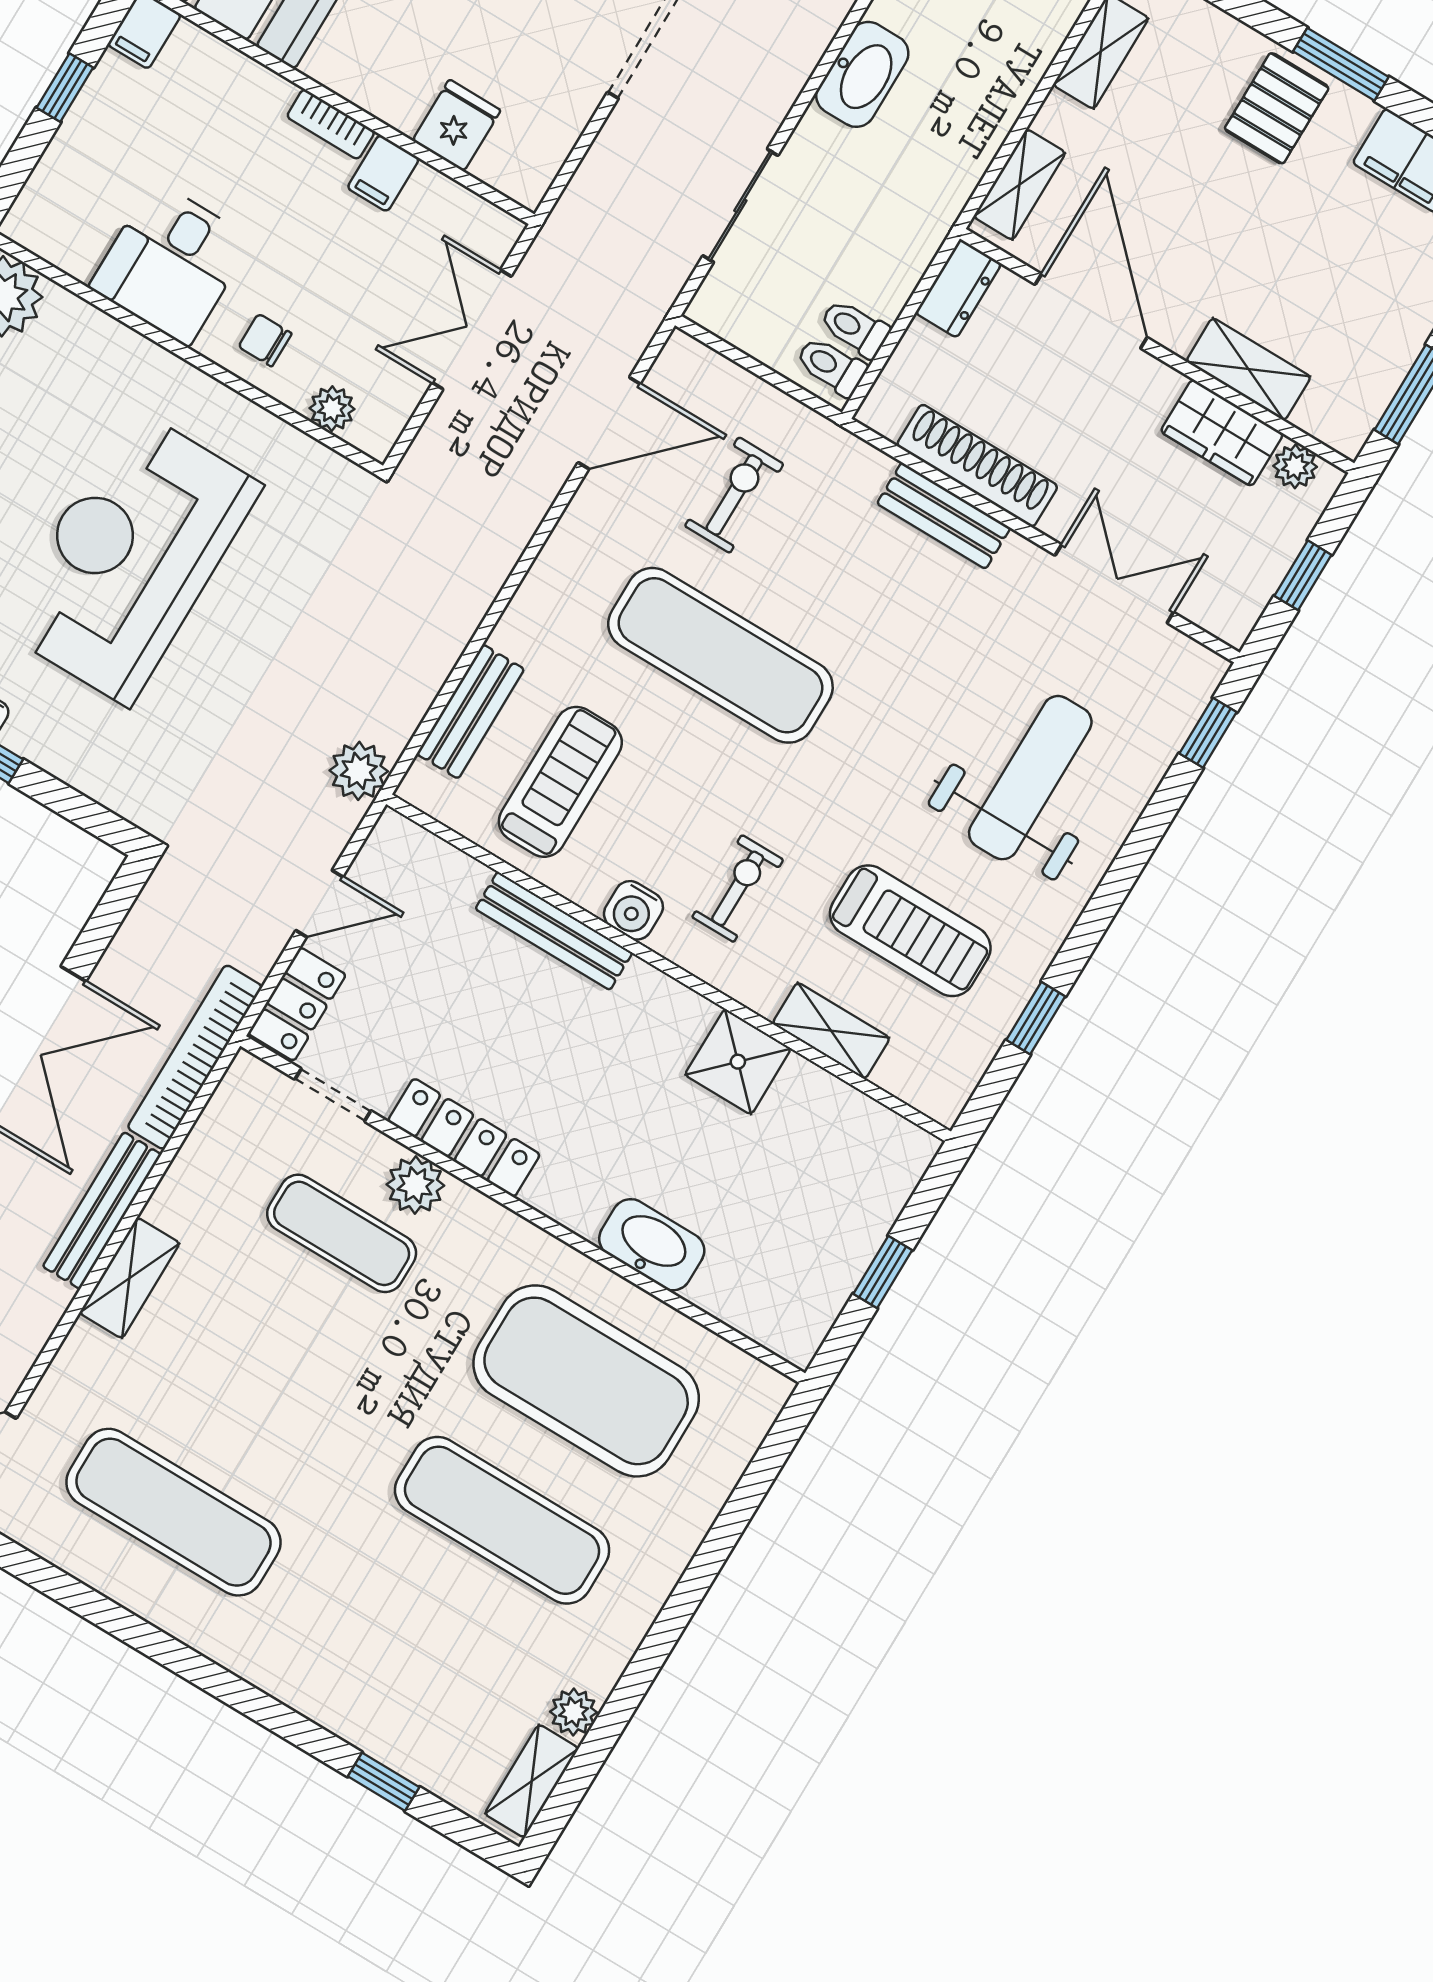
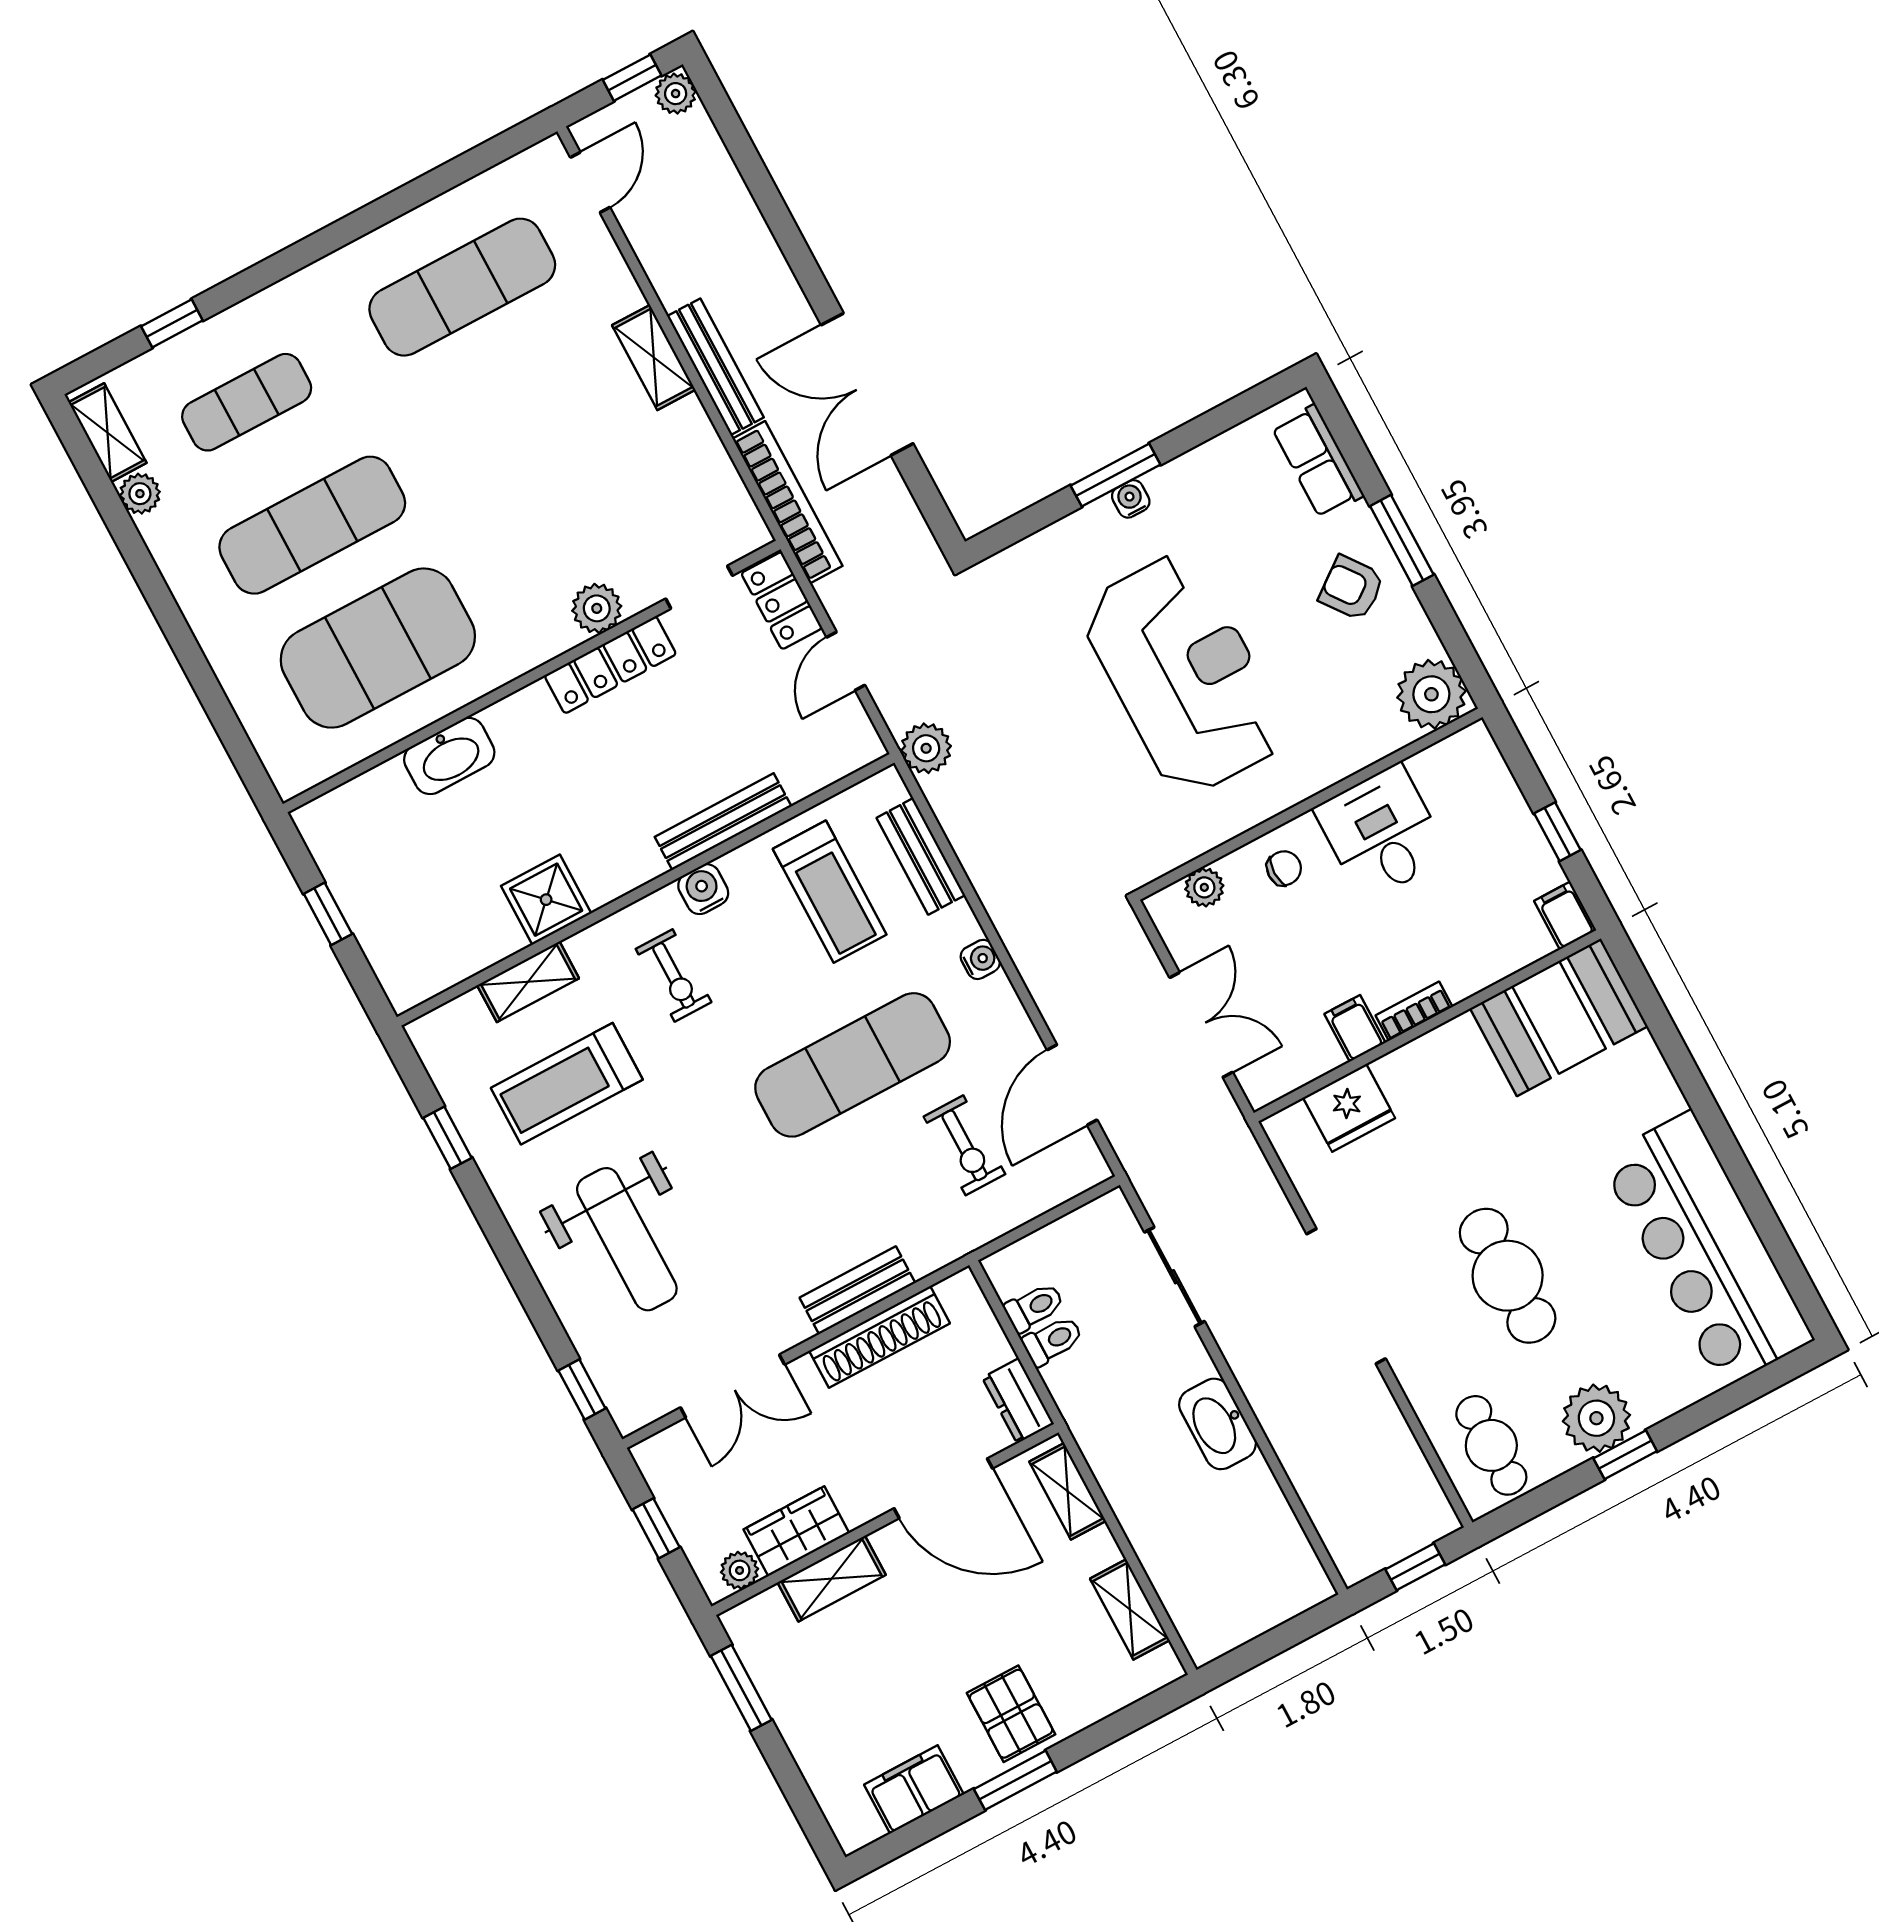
fridge: (457, 125) -> (1349, 1108), width x1.38
toilet: (831, 366) -> (1053, 1341), moved
water cooler: (538, 590) -> (980, 959), added
exercise mat: (342, 1233) -> (247, 402), moved

